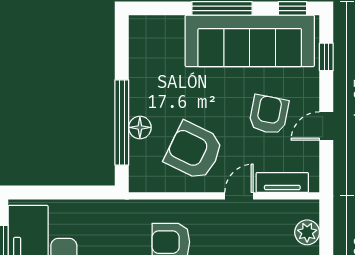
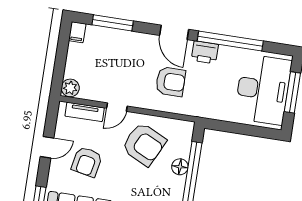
plant: (307, 232) -> (70, 88), moved

